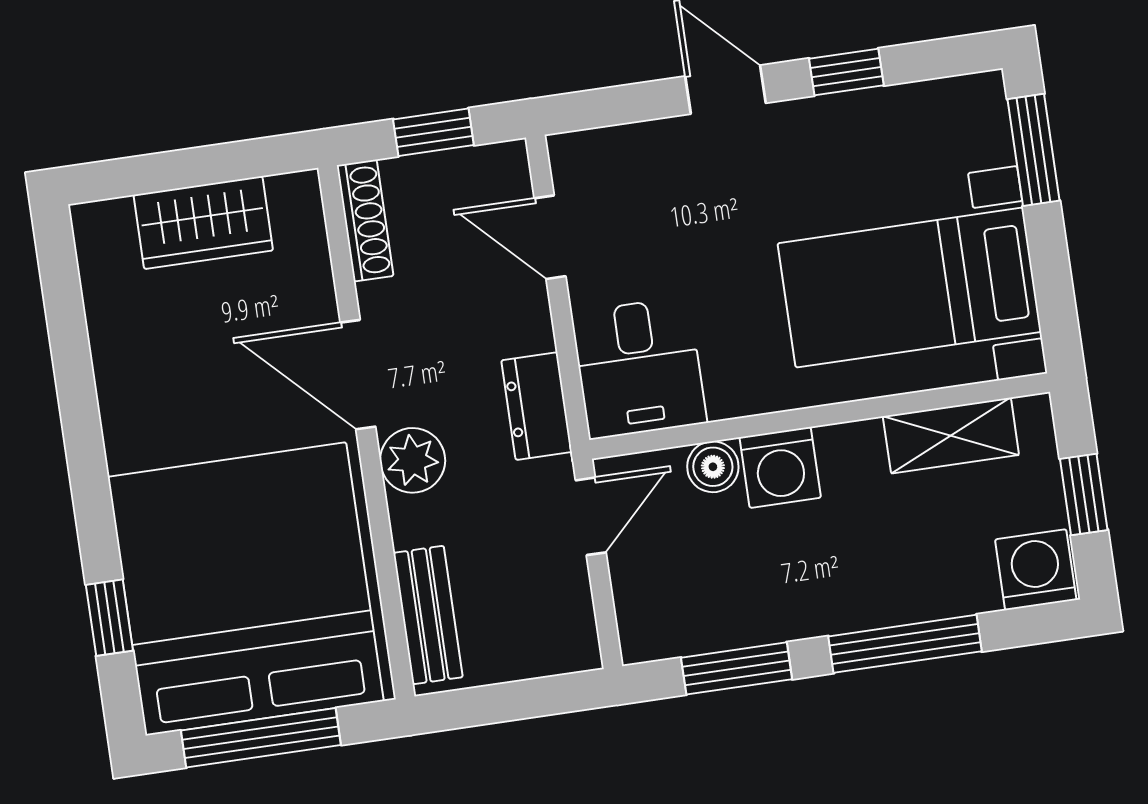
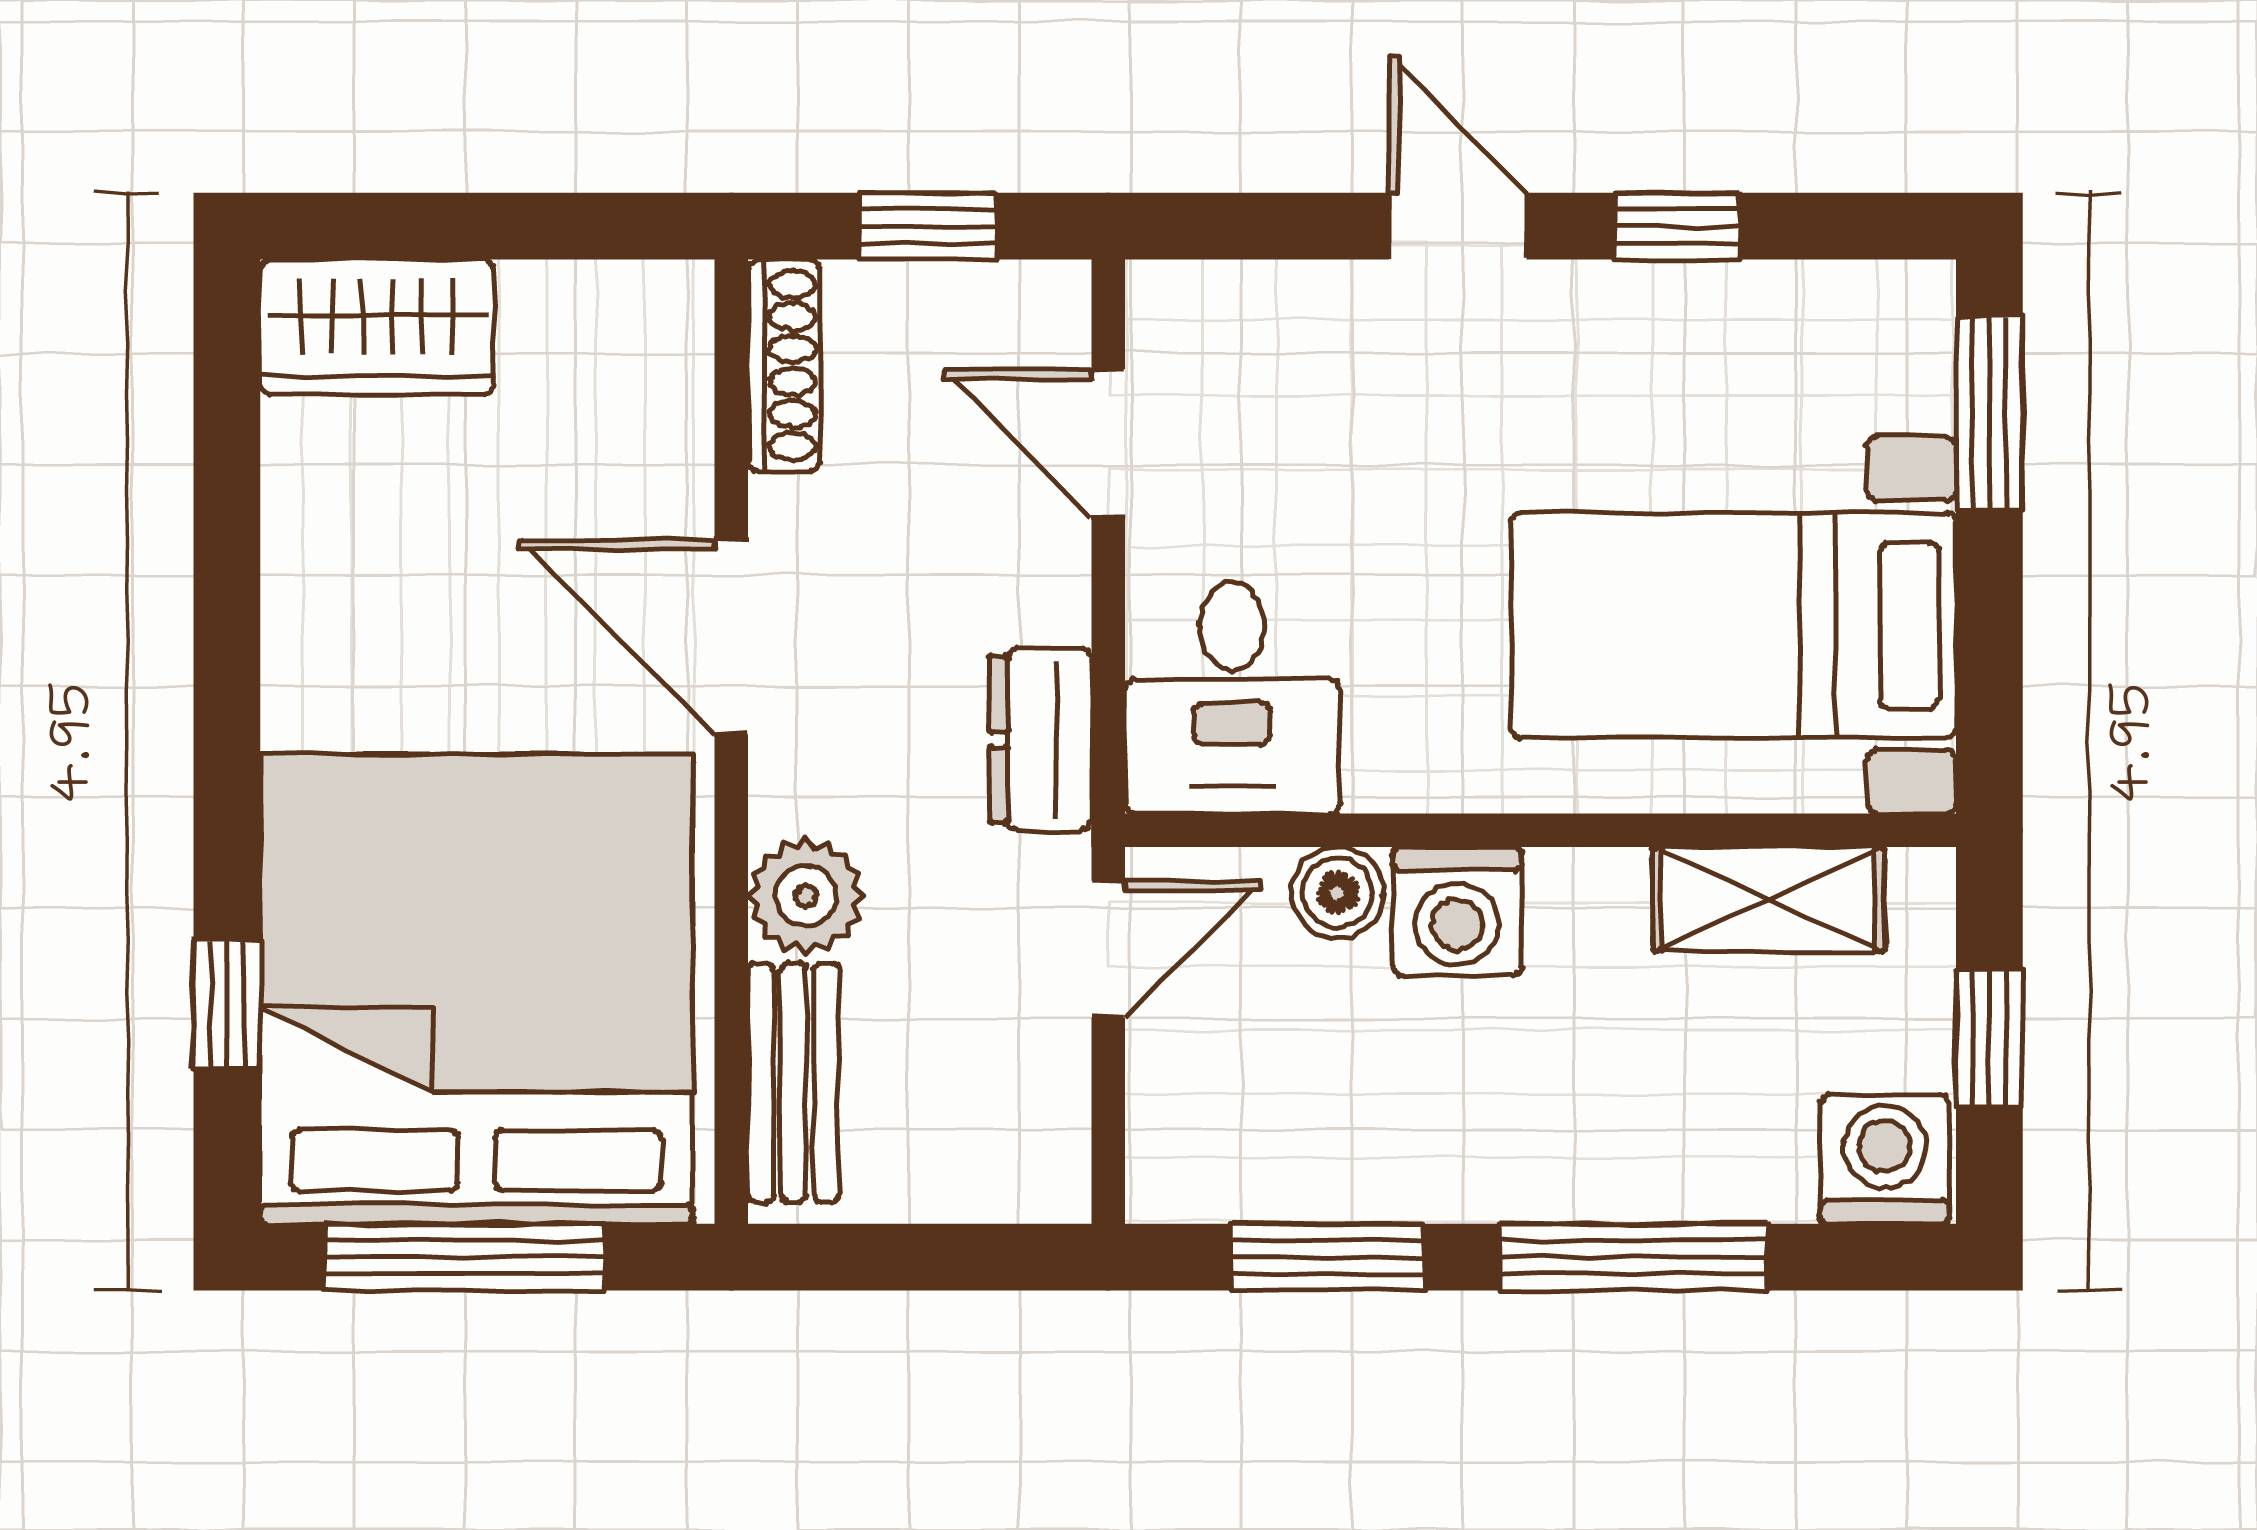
wardrobe: (203, 223) -> (377, 327), moved
plant: (413, 460) -> (806, 896), moved

